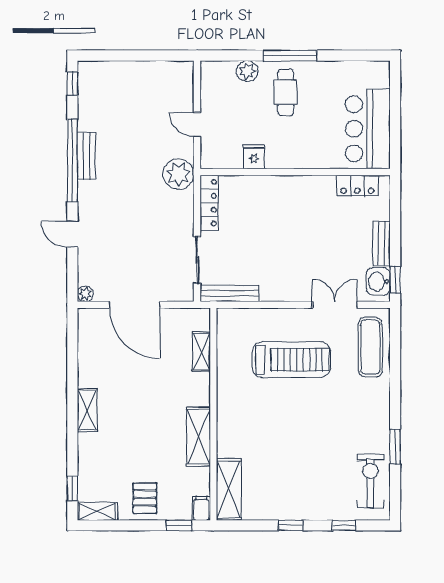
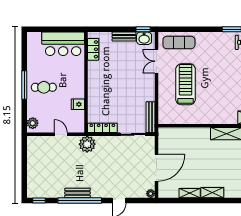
plant: (247, 71) -> (33, 123), moved
door: (197, 125) -> (61, 134), swing flipped
shelving: (201, 352) -> (190, 193), moved

